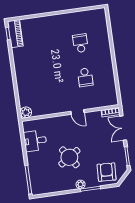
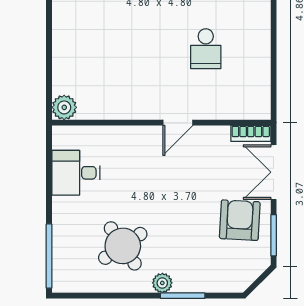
door: (77, 112) -> (178, 123), hinge flipped
round table: (69, 157) -> (123, 246), moved
armchair: (107, 172) -> (240, 220), moved

